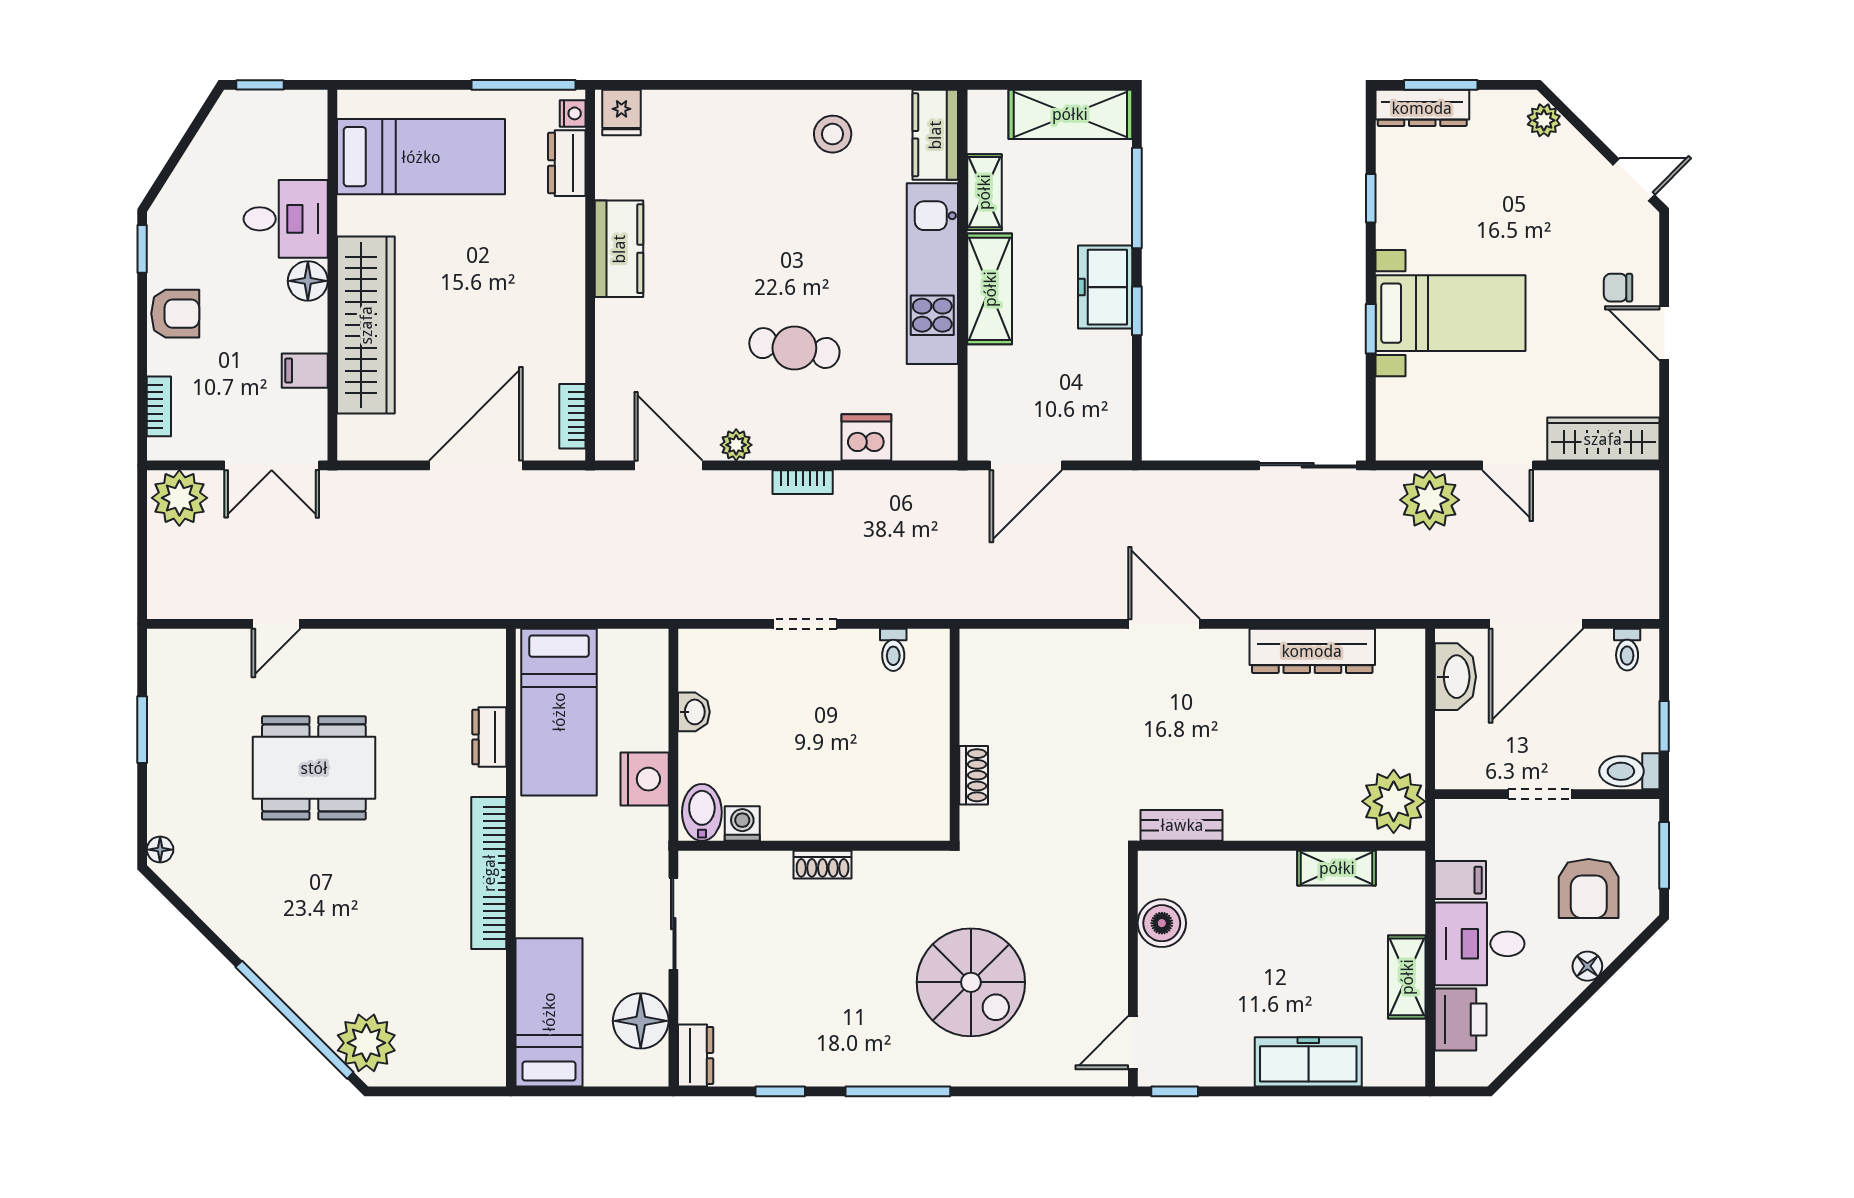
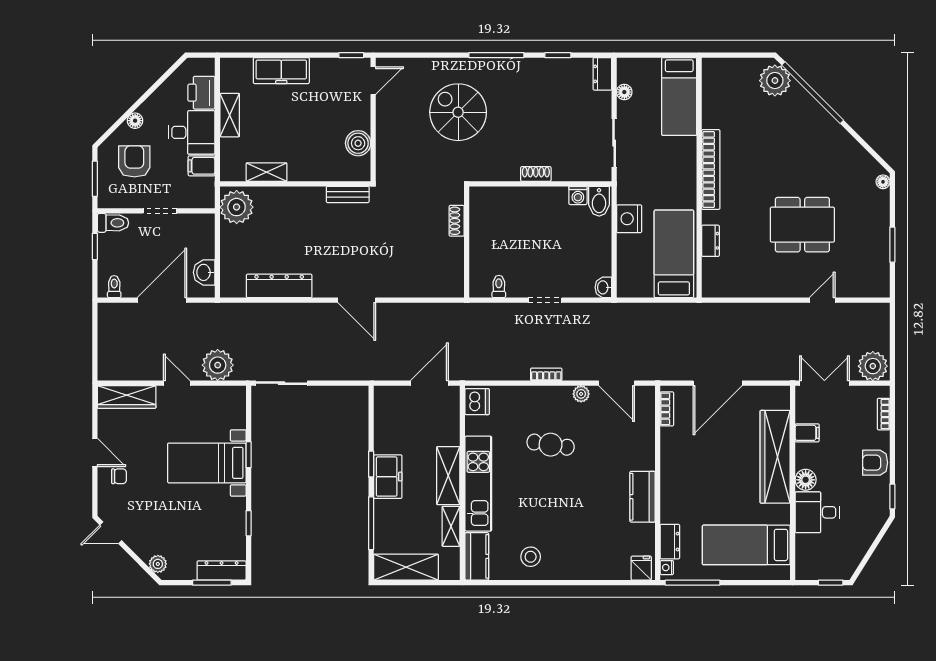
dishwasher: (866, 437) -> (477, 402), moved, turned -90
washbasin: (1455, 677) -> (204, 272), width x0.72
washbasin: (694, 712) -> (603, 287), moved
floor lamp: (641, 1021) -> (624, 92), width x0.53, depth x0.53

